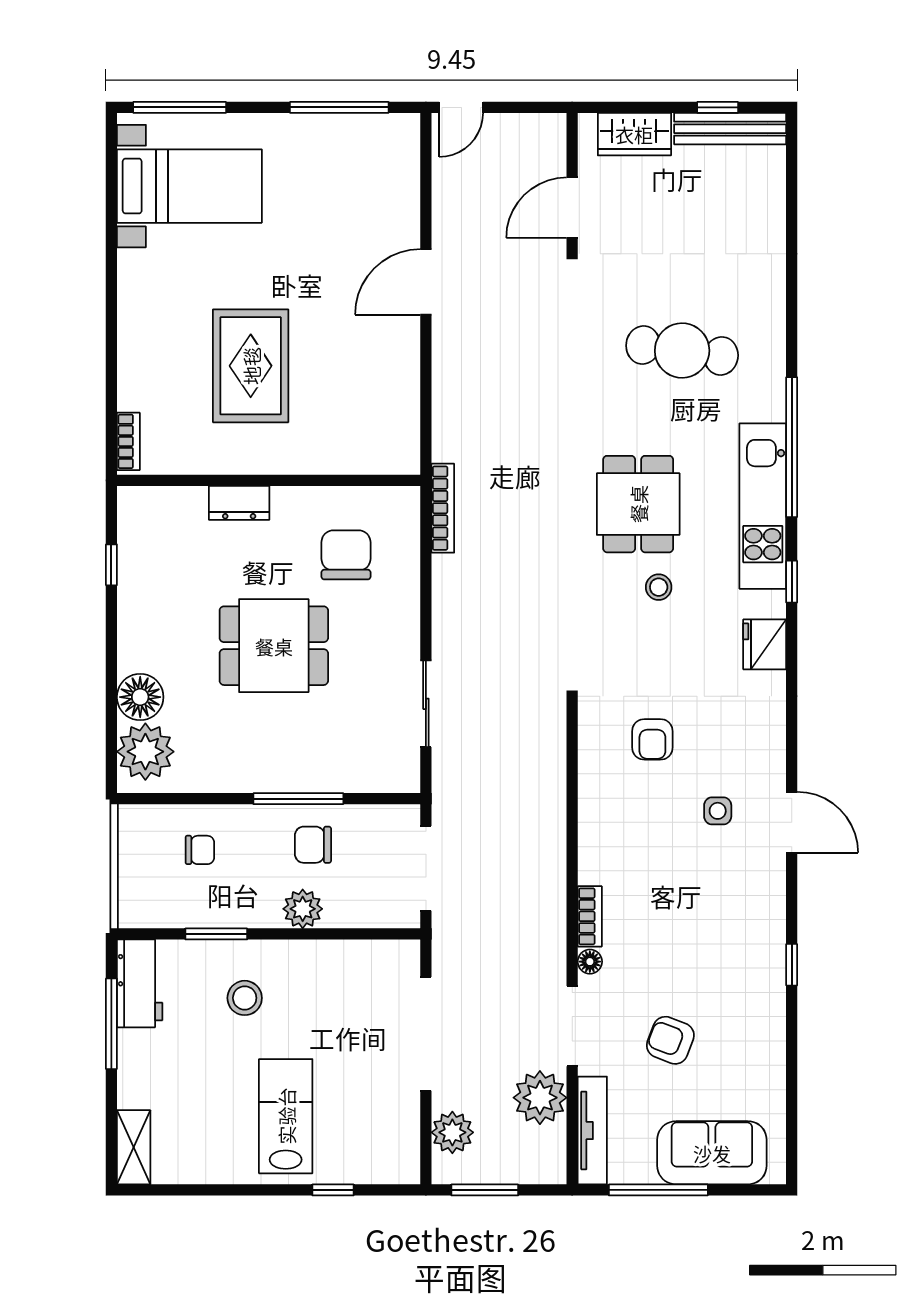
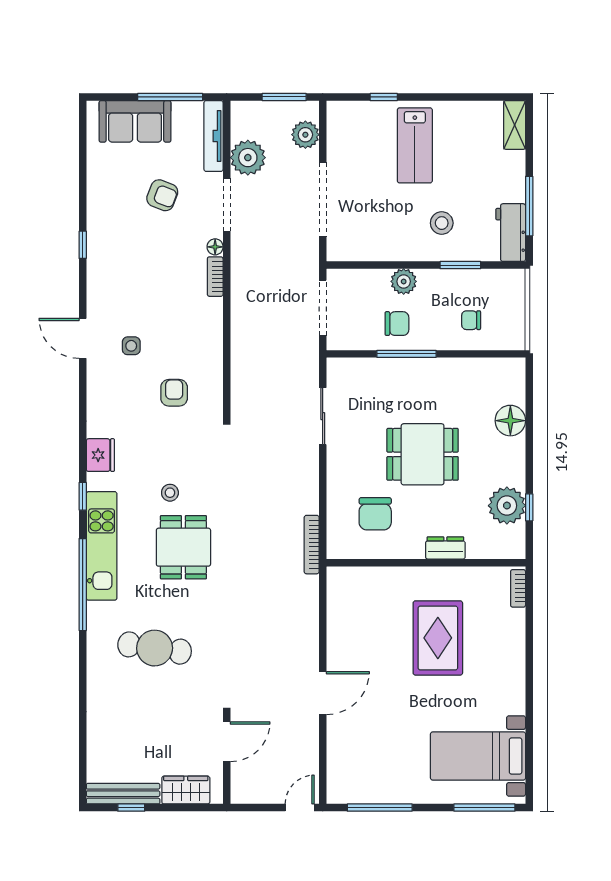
plant: (145, 752) -> (507, 506), moved

